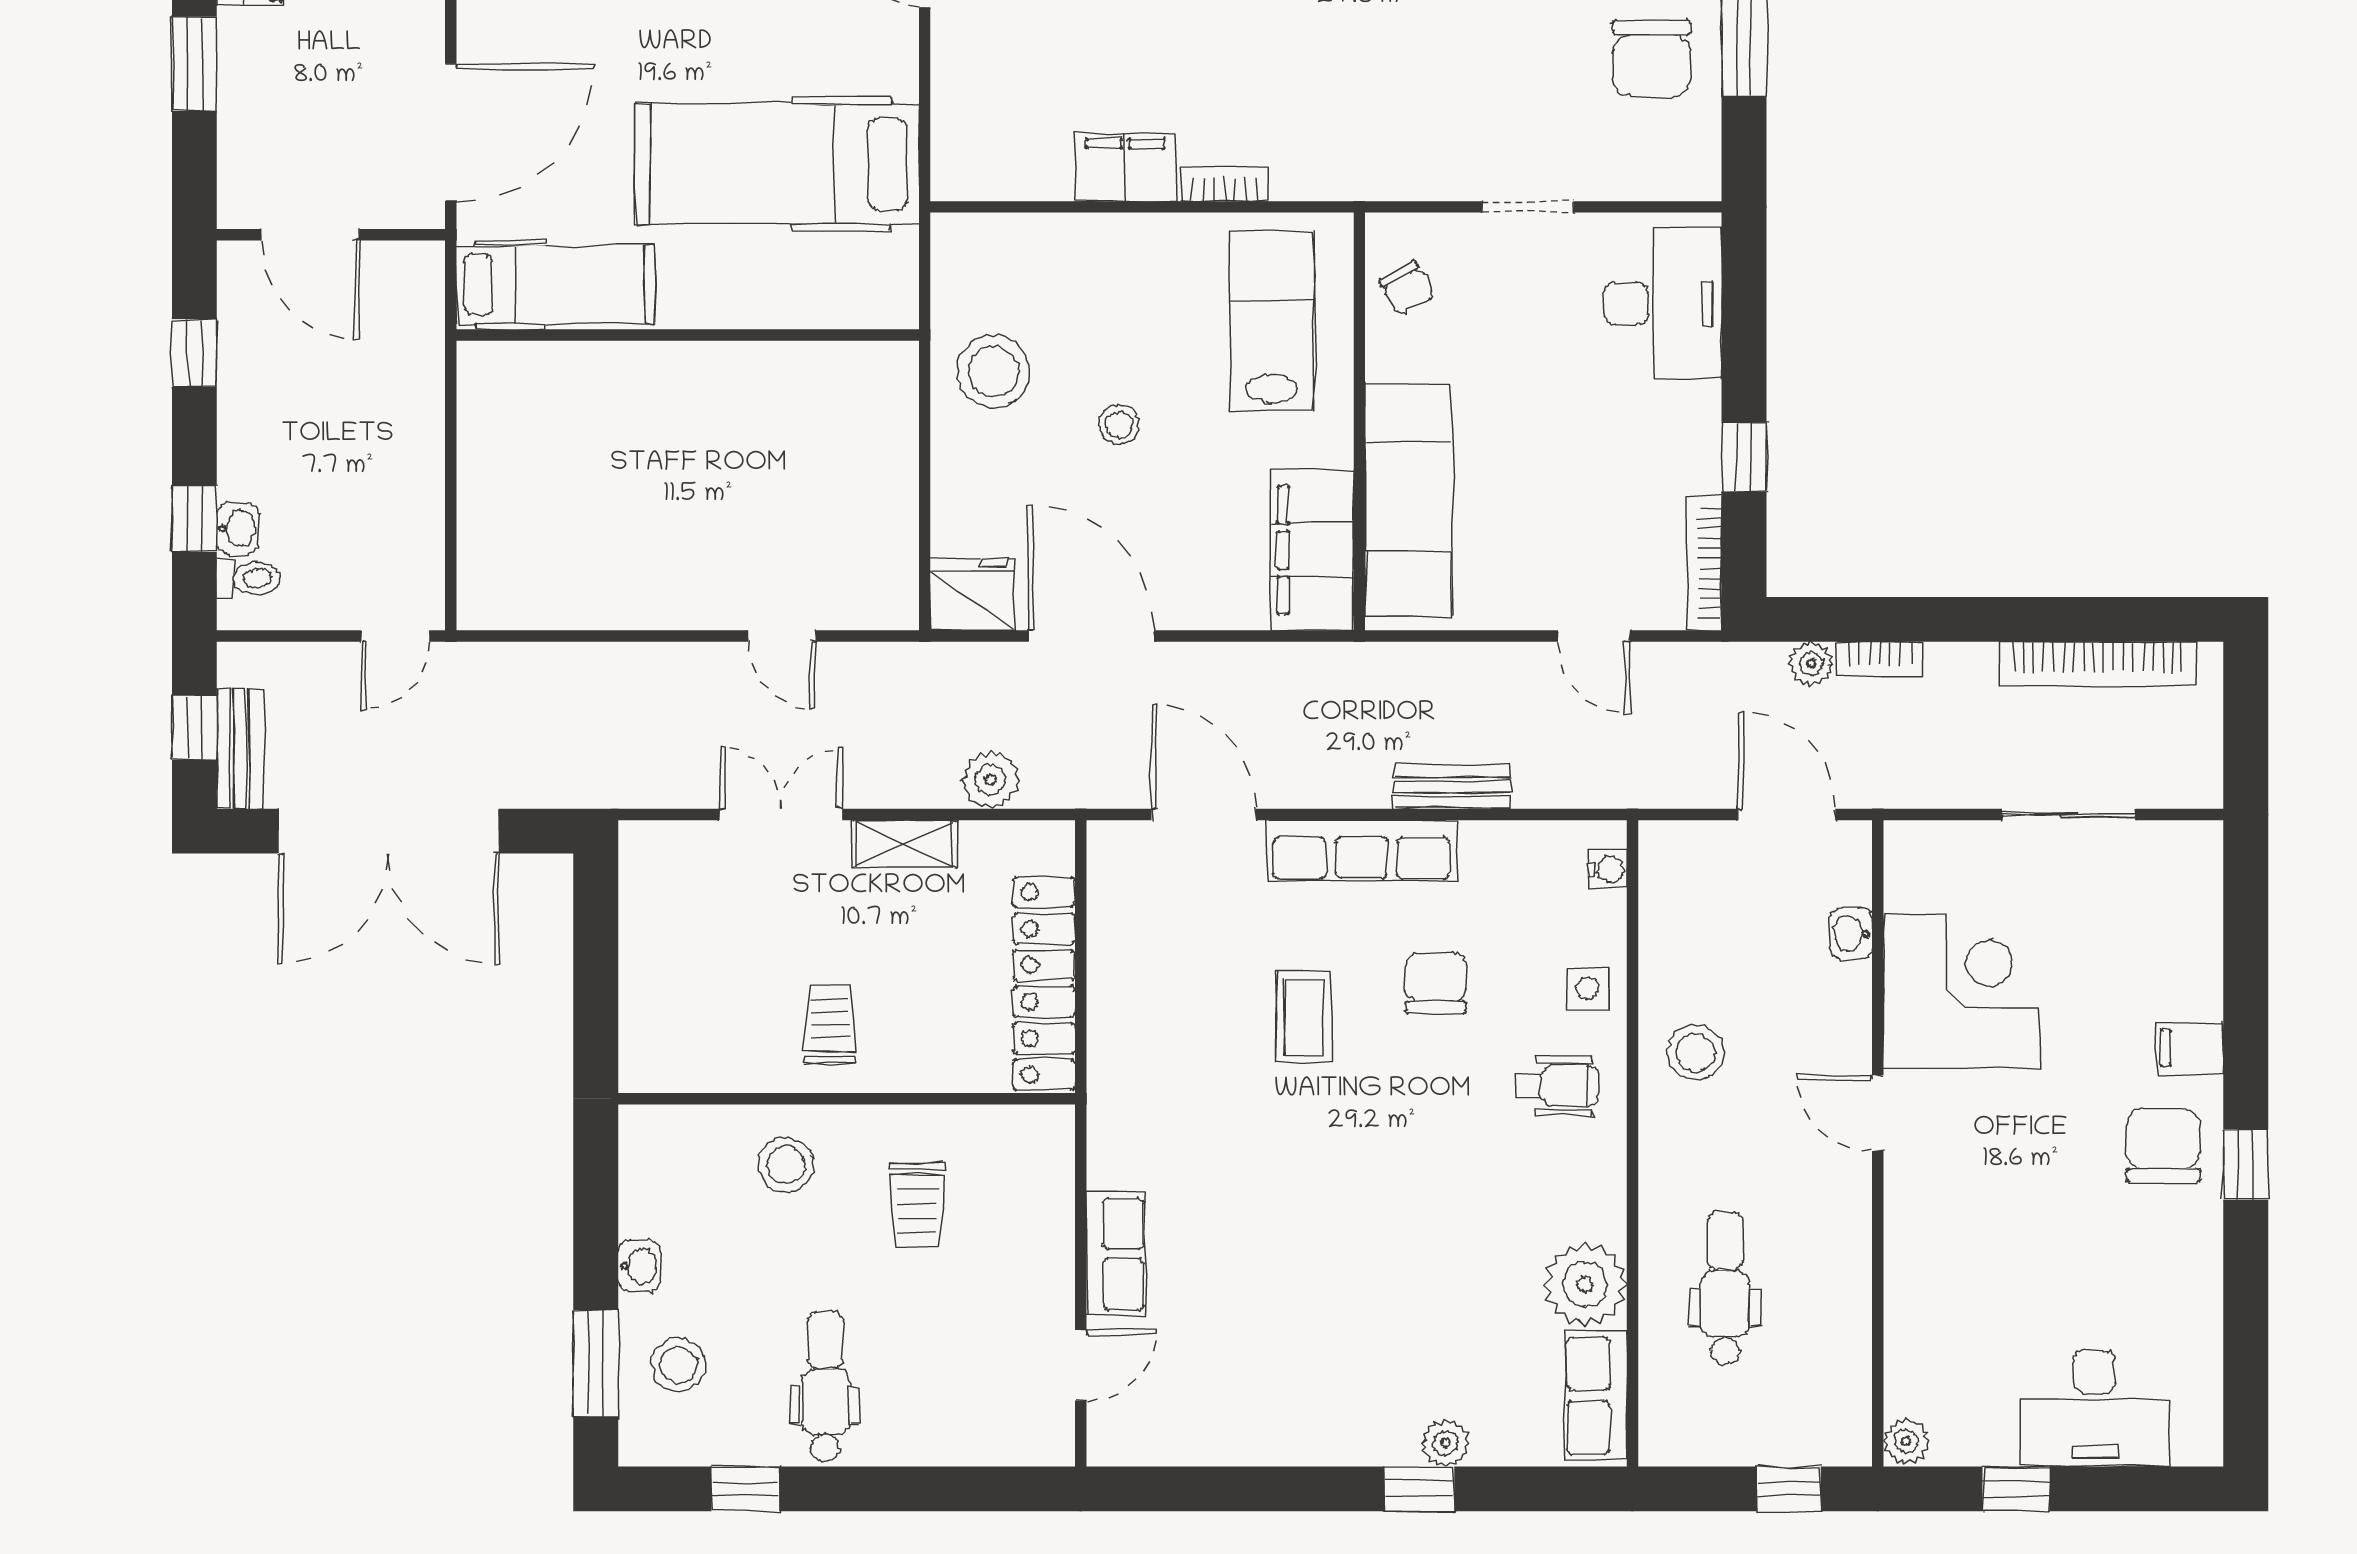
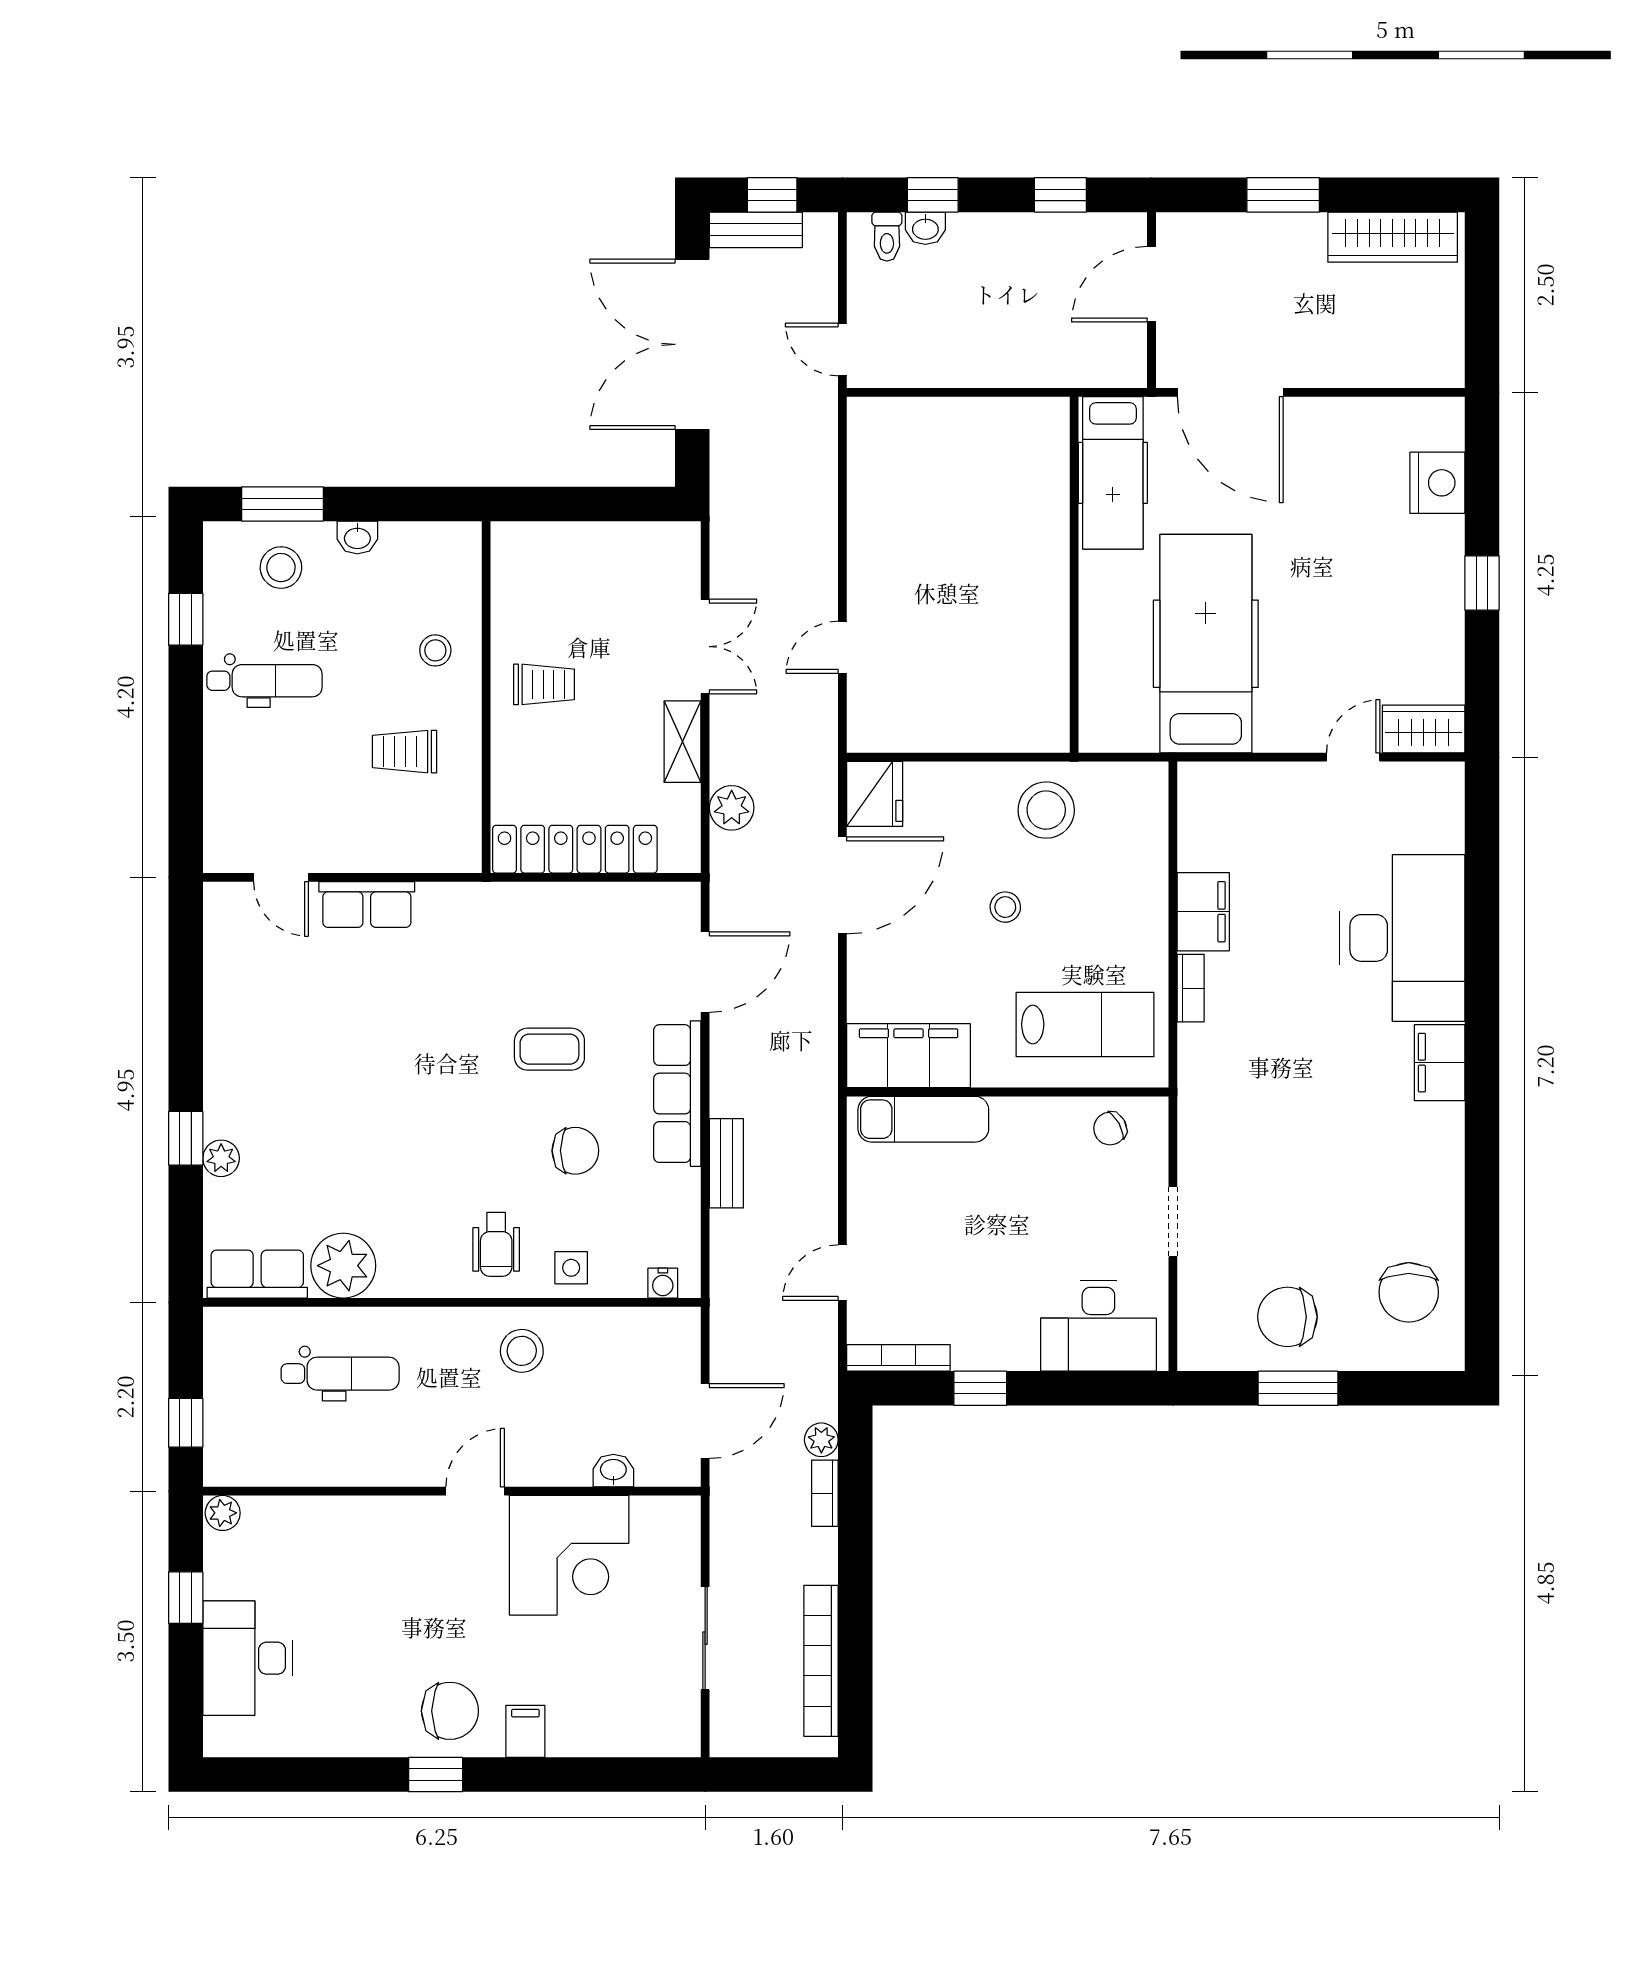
exam couch: (1408, 500) -> (923, 1119), width x0.73, depth x0.69
stool: (786, 1165) -> (435, 650), width x0.73, depth x0.73

